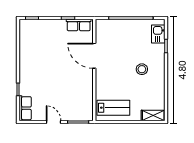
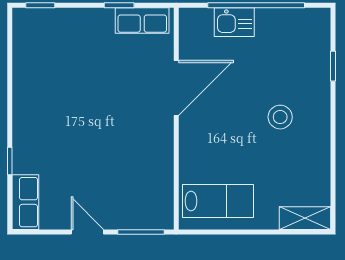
kitchen sink: (158, 34) -> (234, 22), moved, turned -90
door: (94, 56) -> (176, 88), swing flipped

